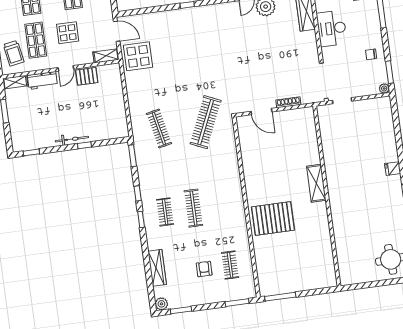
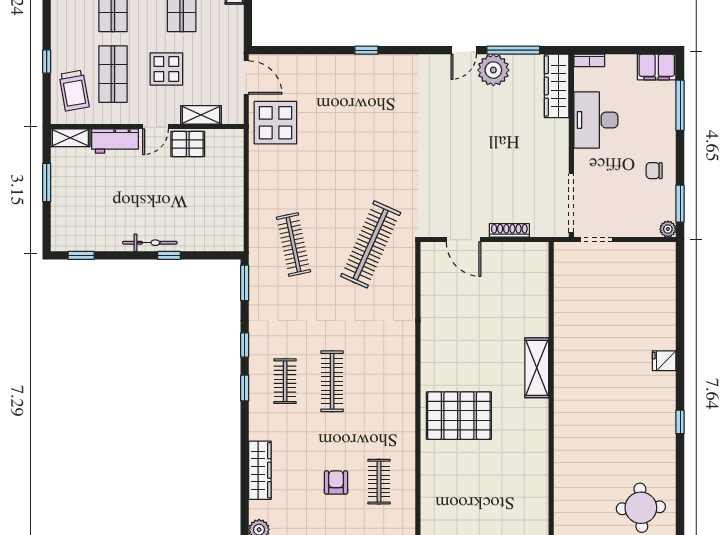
shelving: (106, 56) -> (201, 115), moved

